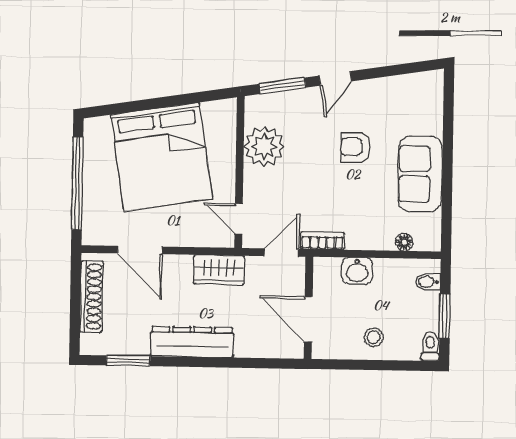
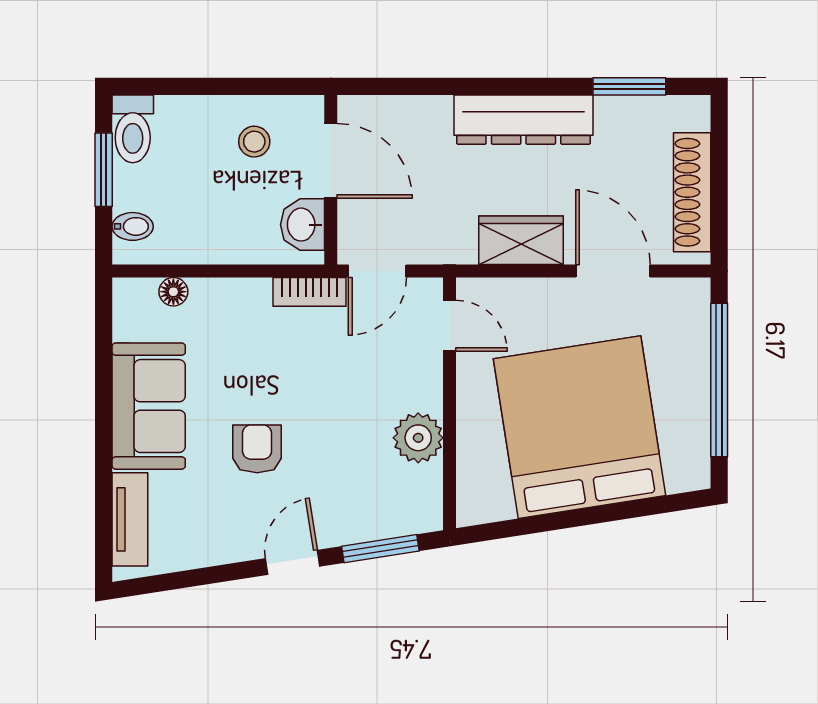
tv unit: (433, 106) -> (130, 519), added
plant: (264, 147) -> (418, 438), width x0.73, depth x0.73
armchair: (356, 147) -> (257, 449), turned -90
wardrobe: (219, 270) -> (521, 240), moved
washbasin: (357, 271) -> (302, 225), moved, turned -90
stool: (374, 337) -> (254, 142), moved
toilet: (430, 346) -> (133, 129), width x1.37, depth x1.39

